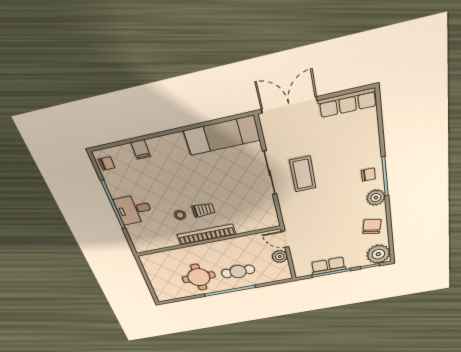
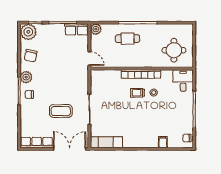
double door: (289, 105) -> (70, 149), swing flipped
exam couch: (222, 135) -> (106, 142), width x0.73, depth x0.69
coffee table: (303, 174) -> (61, 111), moved, turned 90
desk: (134, 209) -> (183, 80), moved, turned -90
plant: (280, 257) -> (96, 29), moved
row of seats: (328, 266) -> (77, 29), moved
round table: (199, 277) -> (174, 50), moved

